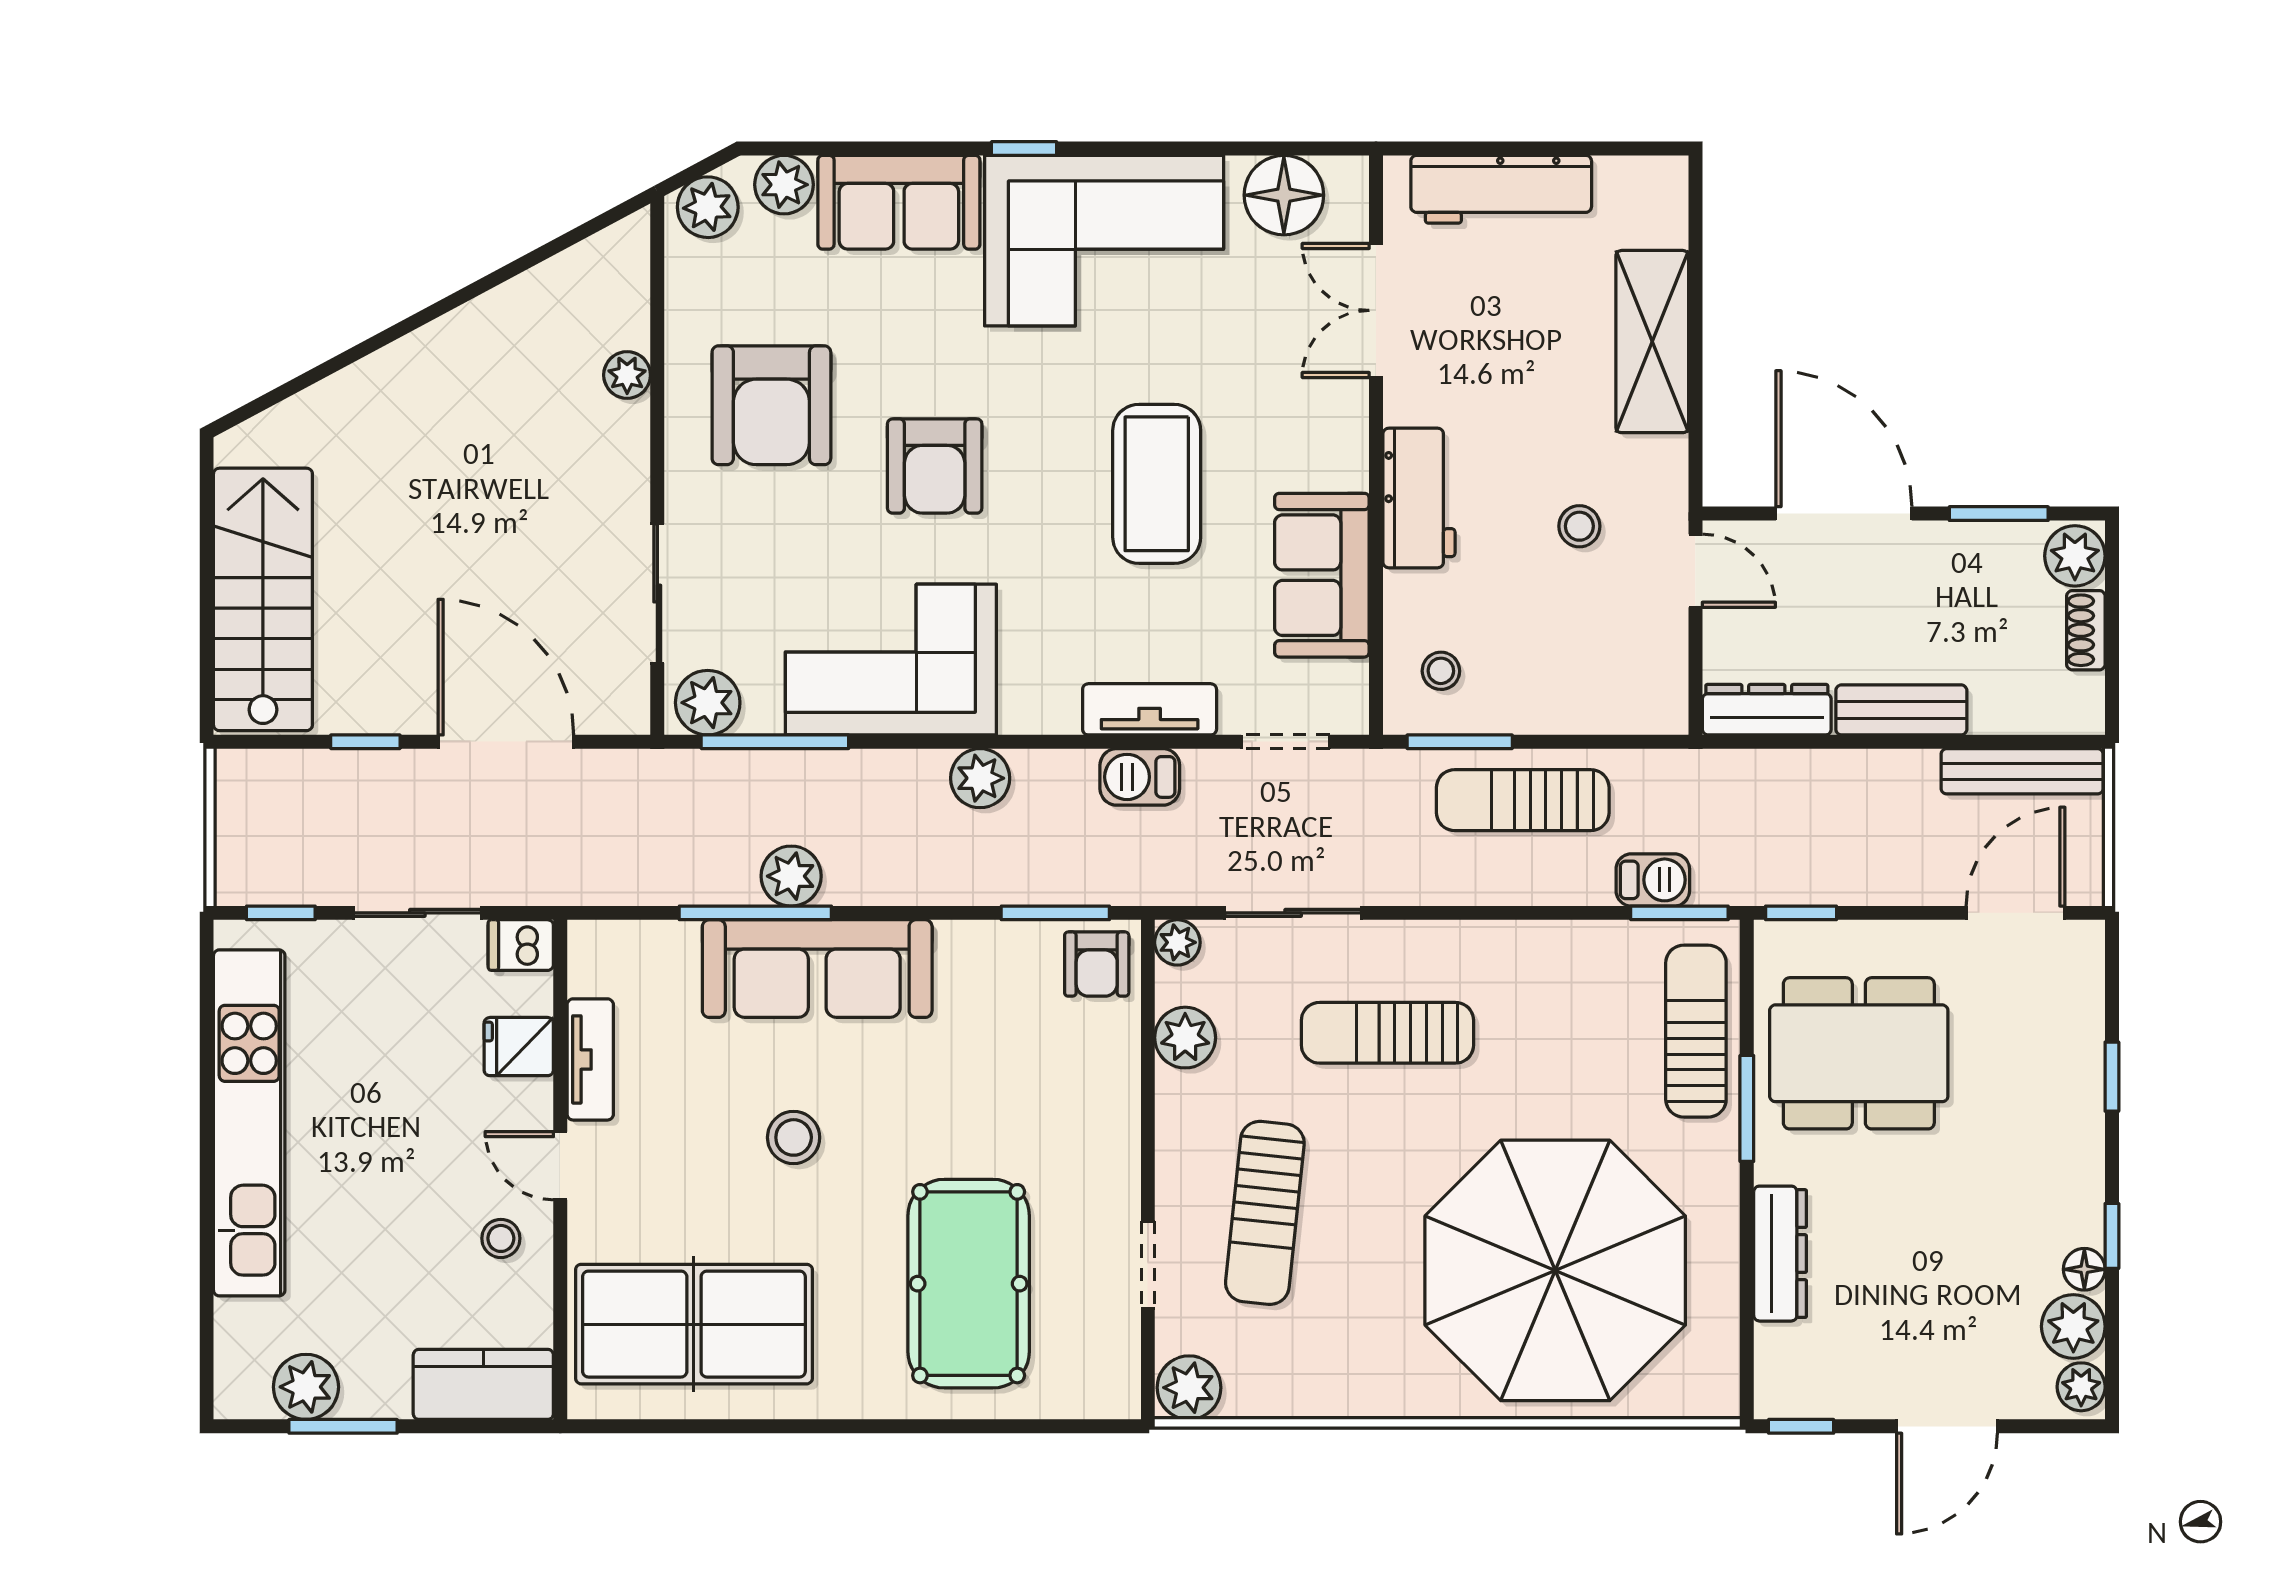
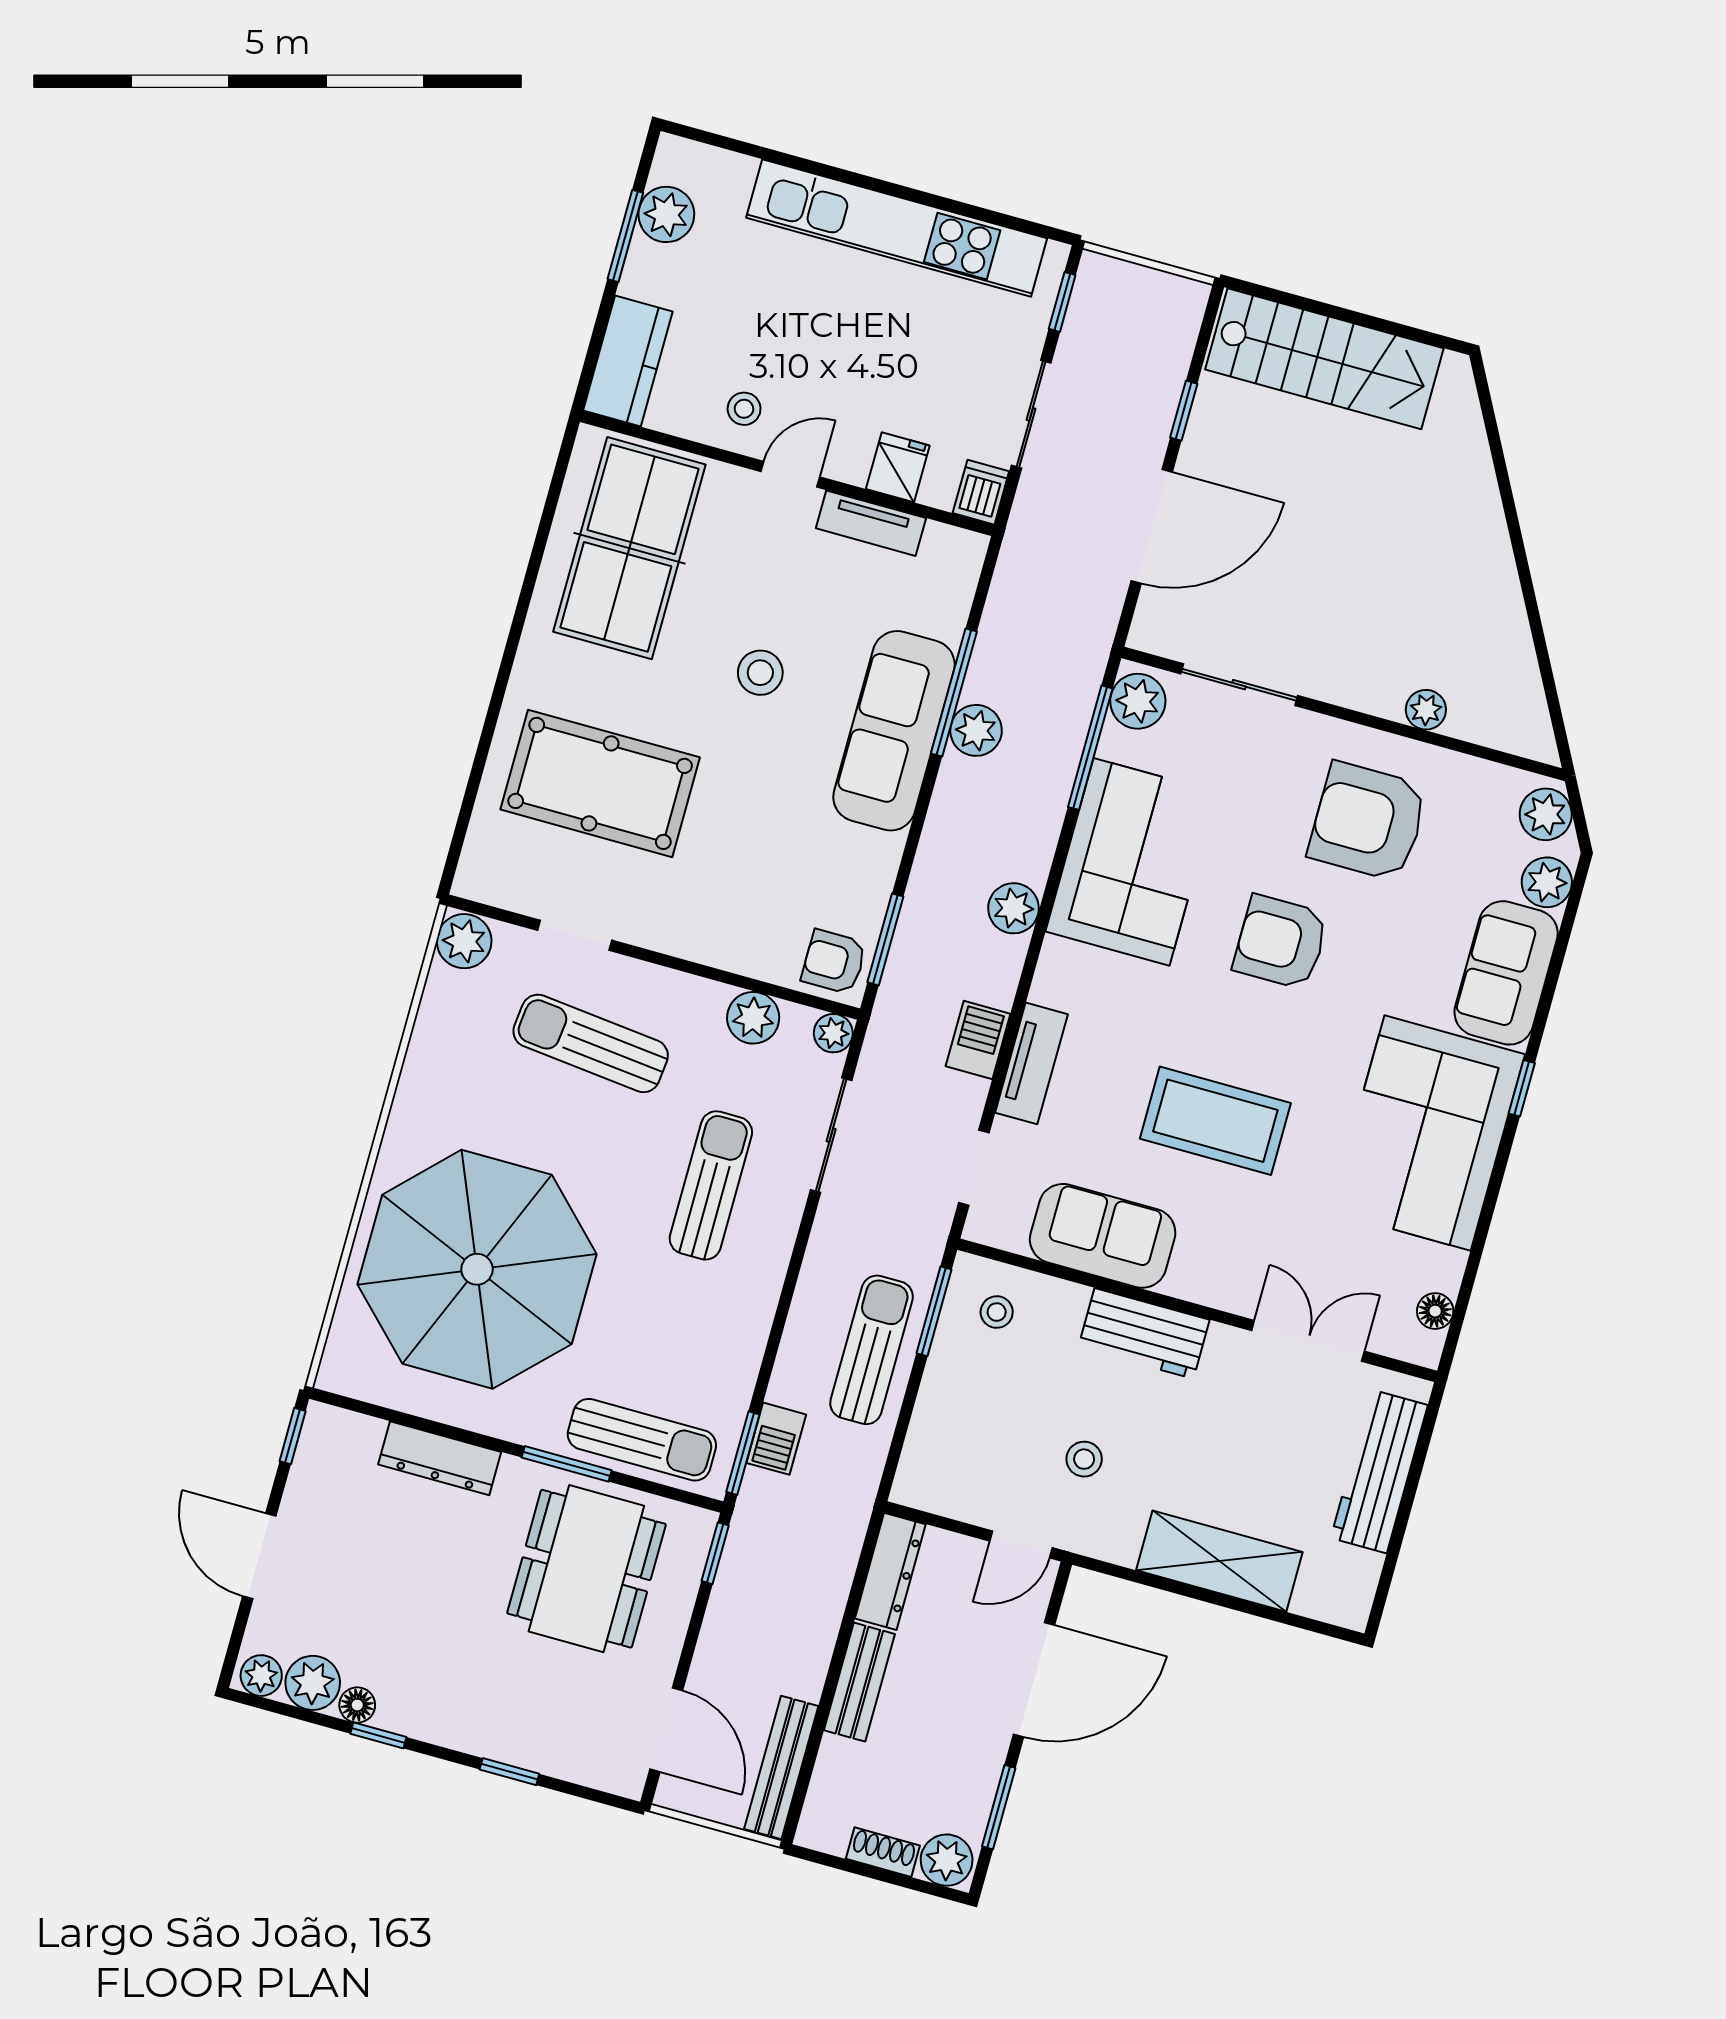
floor lamp: (1284, 195) -> (1435, 1311), width x0.53, depth x0.53

